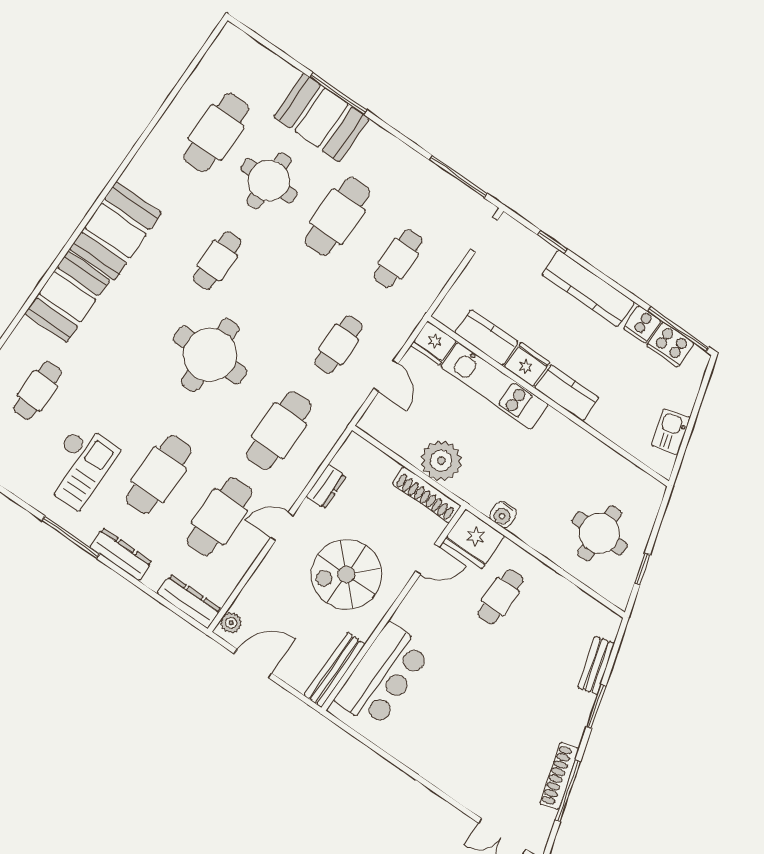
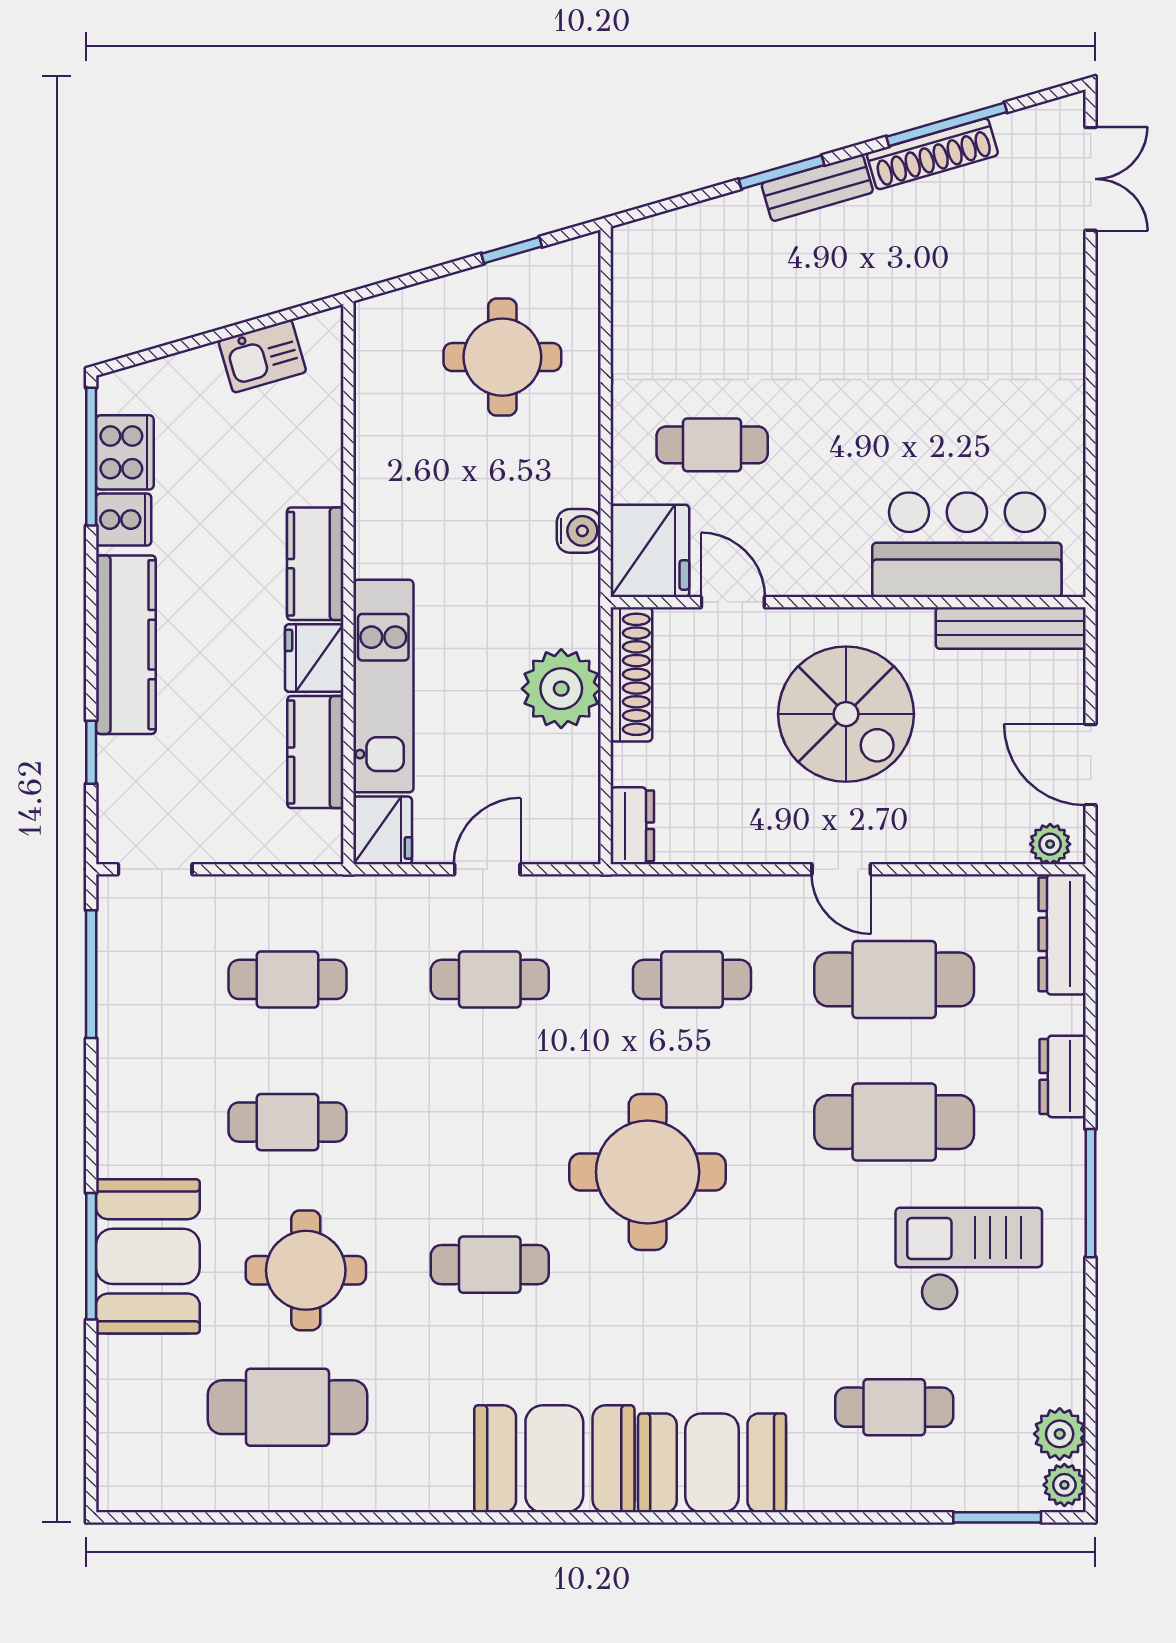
cafe table: (337, 217) -> (288, 1122), width x0.73, depth x0.74
cafe table: (279, 431) -> (692, 979), width x0.73, depth x0.74
dresser: (326, 486) -> (632, 826), moved, turned 90
dresser: (121, 554) -> (1063, 1076), width x0.70
bench: (596, 665) -> (817, 188), moved

